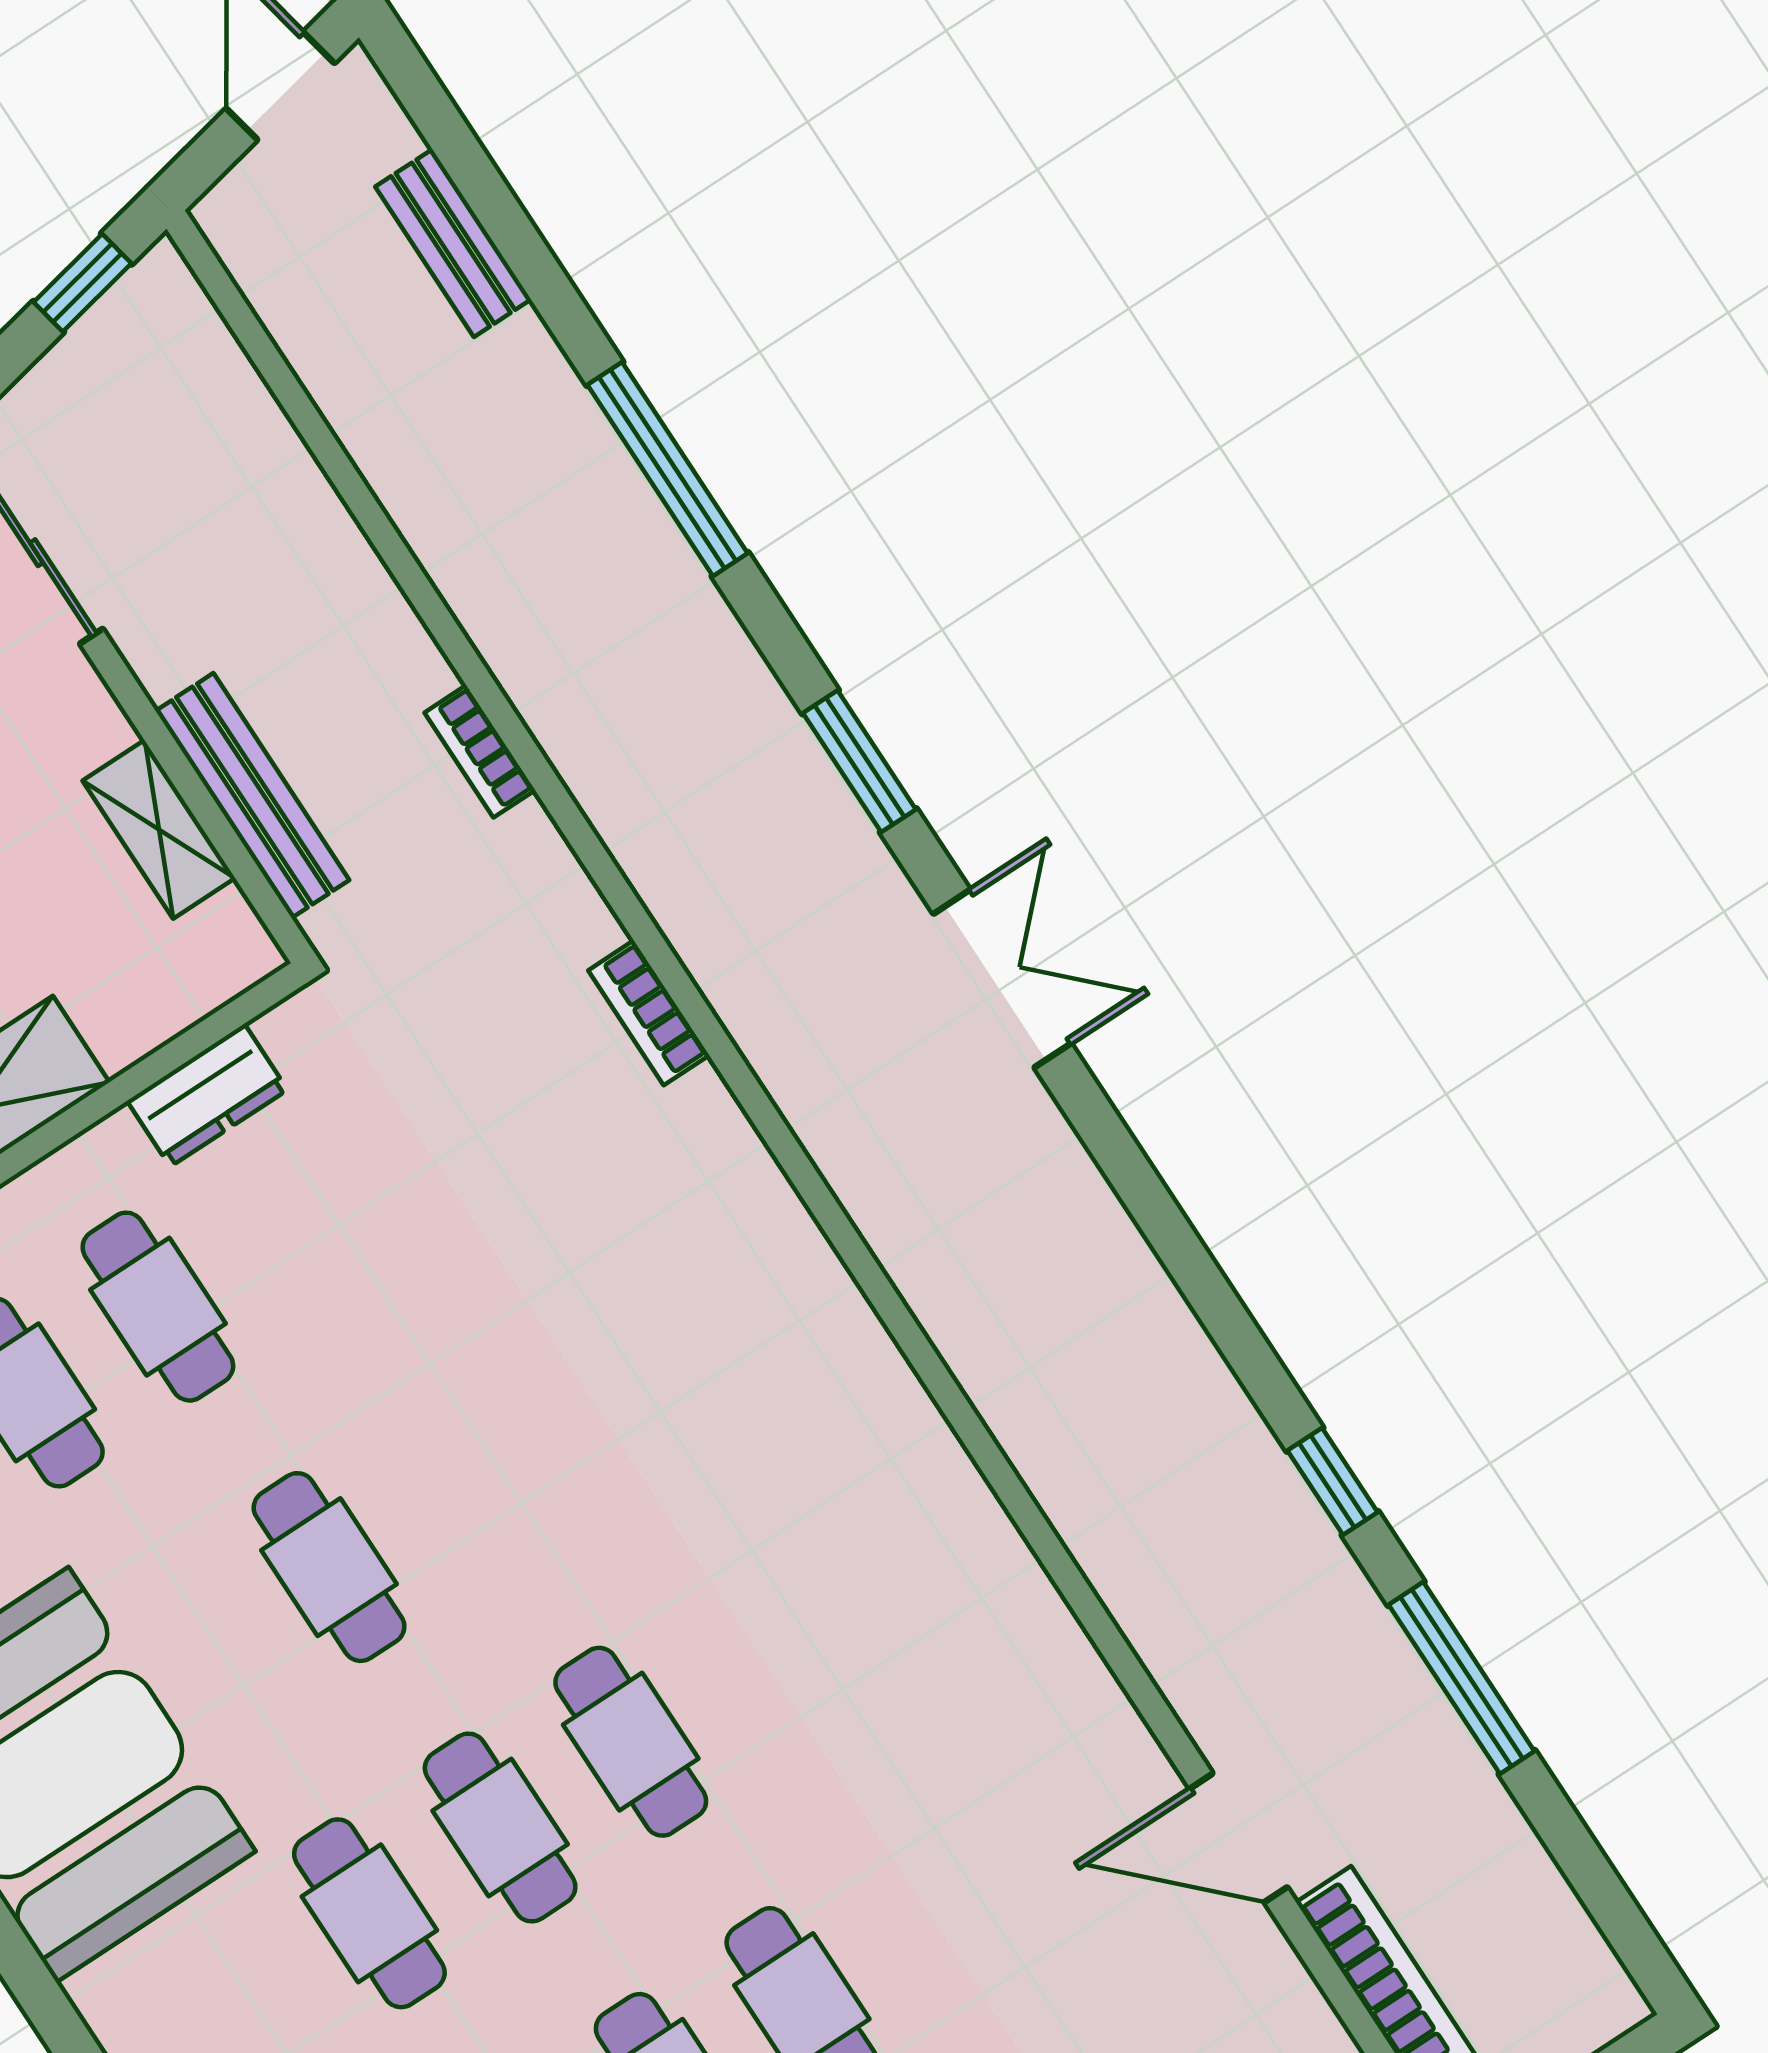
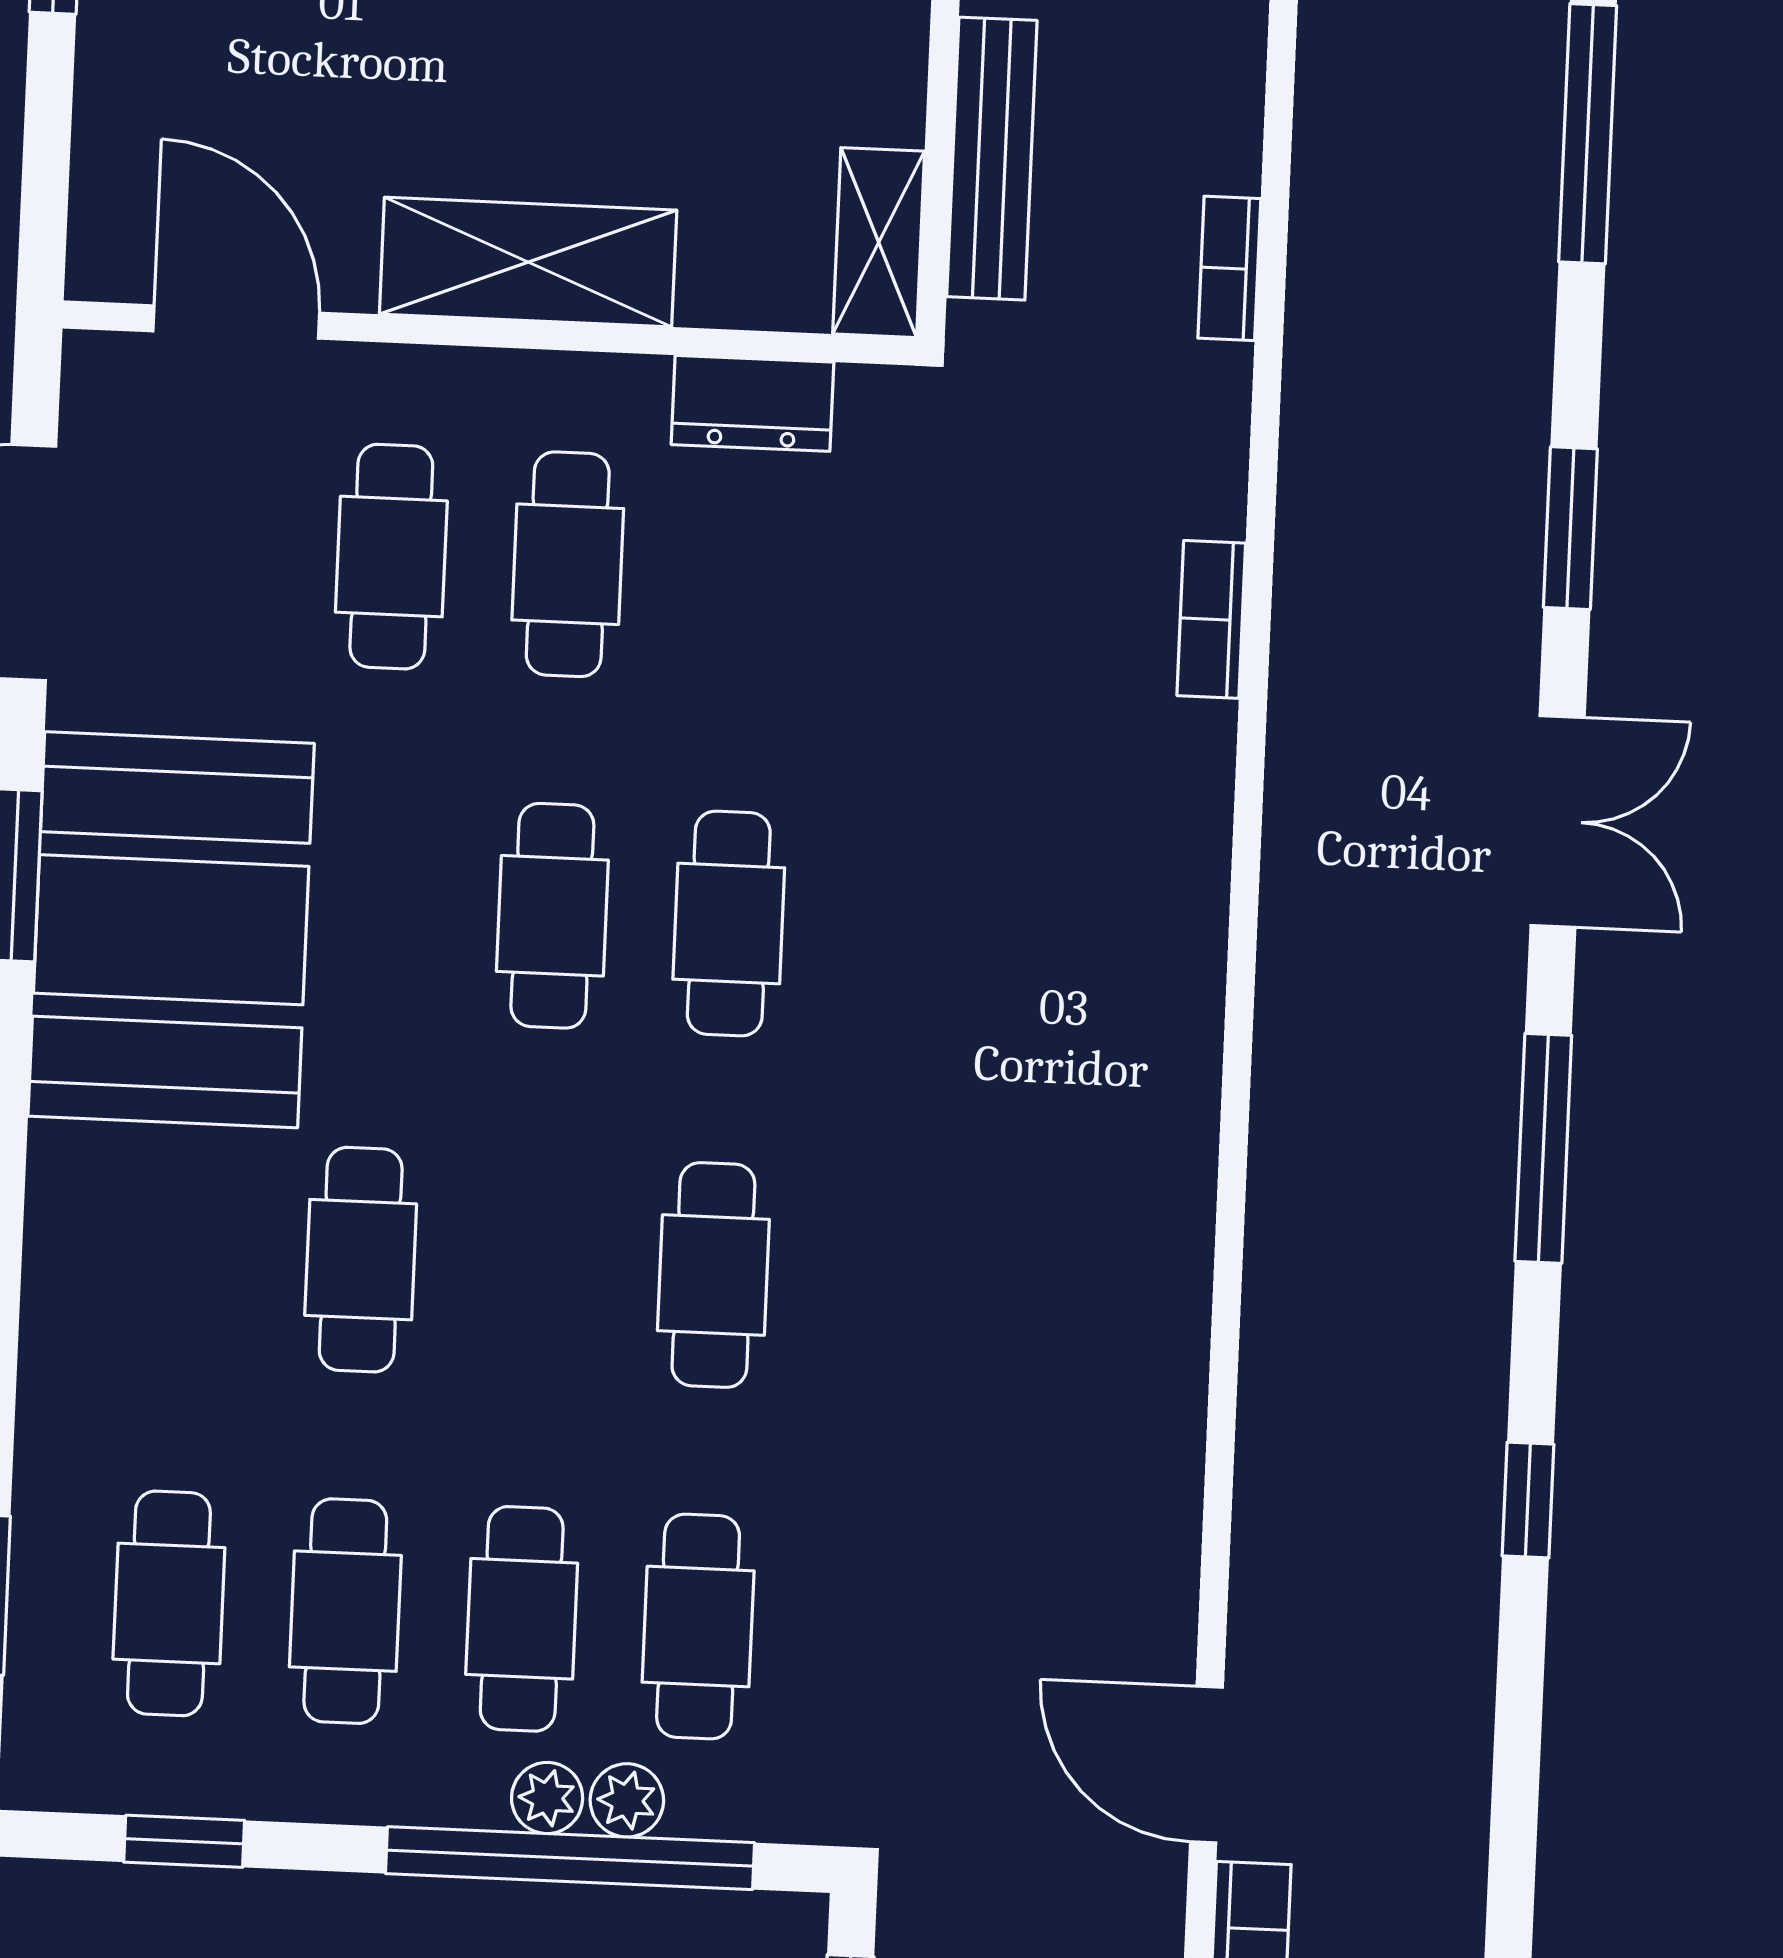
shelving: (159, 829) -> (879, 243), moved
window: (1462, 1678) -> (1543, 1148), moved
cafe table: (500, 1828) -> (729, 923), moved

